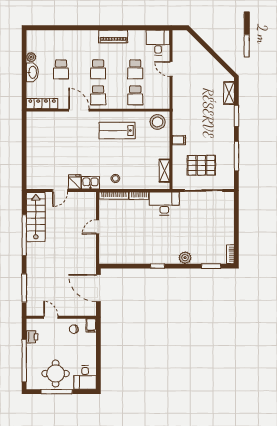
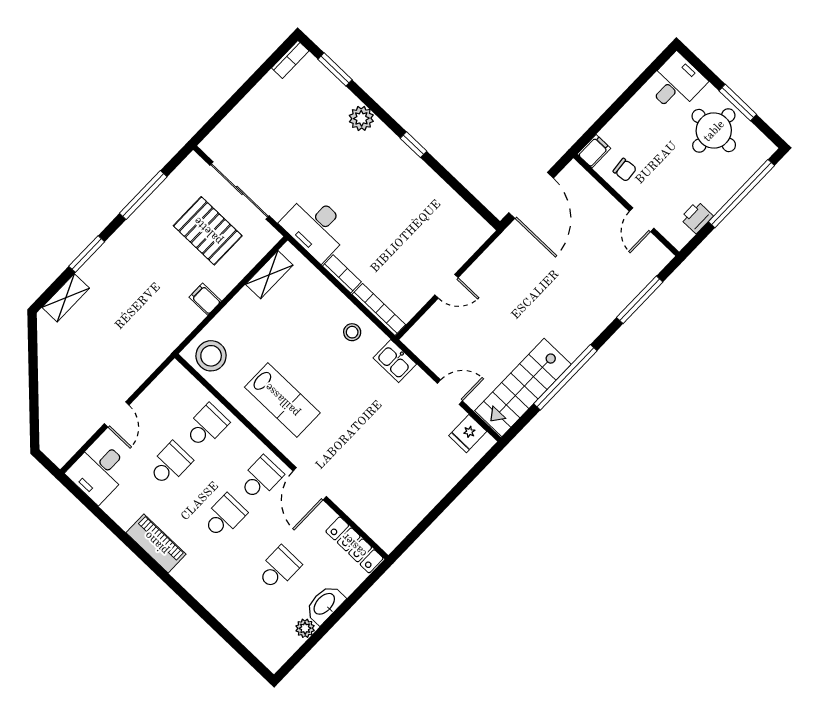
fridge: (75, 182) -> (468, 434), moved
window: (57, 392) -> (738, 103), width x0.69

